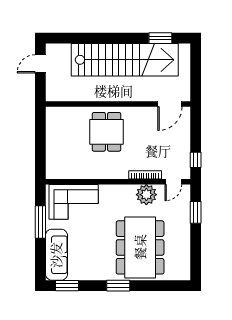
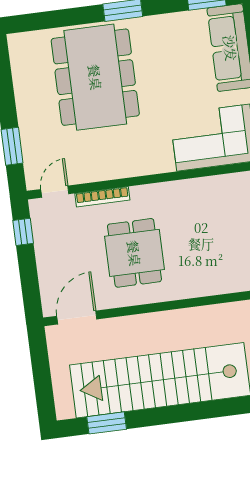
dining table: (106, 132) -> (134, 253), moved
plant: (146, 195) -> (96, 165), removed

